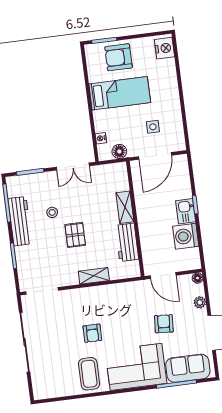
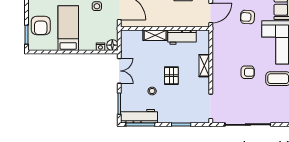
floor lamp: (119, 151) -> (112, 45), moved
workbench: (20, 221) -> (139, 116), moved
pallet: (75, 235) -> (171, 76), turned 90

